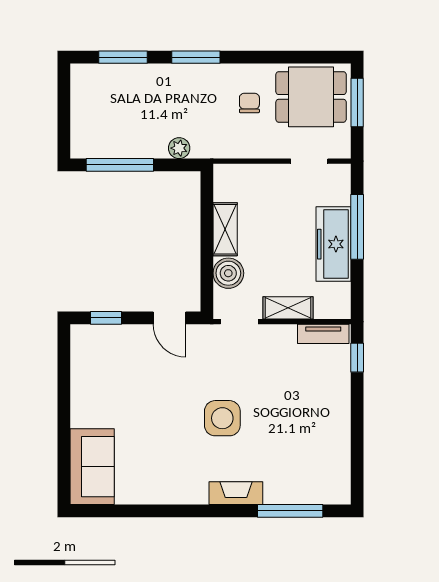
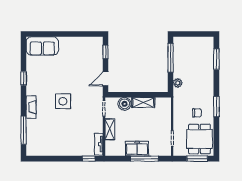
window: (196, 57) -> (216, 107), moved
freezer: (334, 244) -> (137, 149), width x0.71
window: (169, 511) -> (24, 78), added

